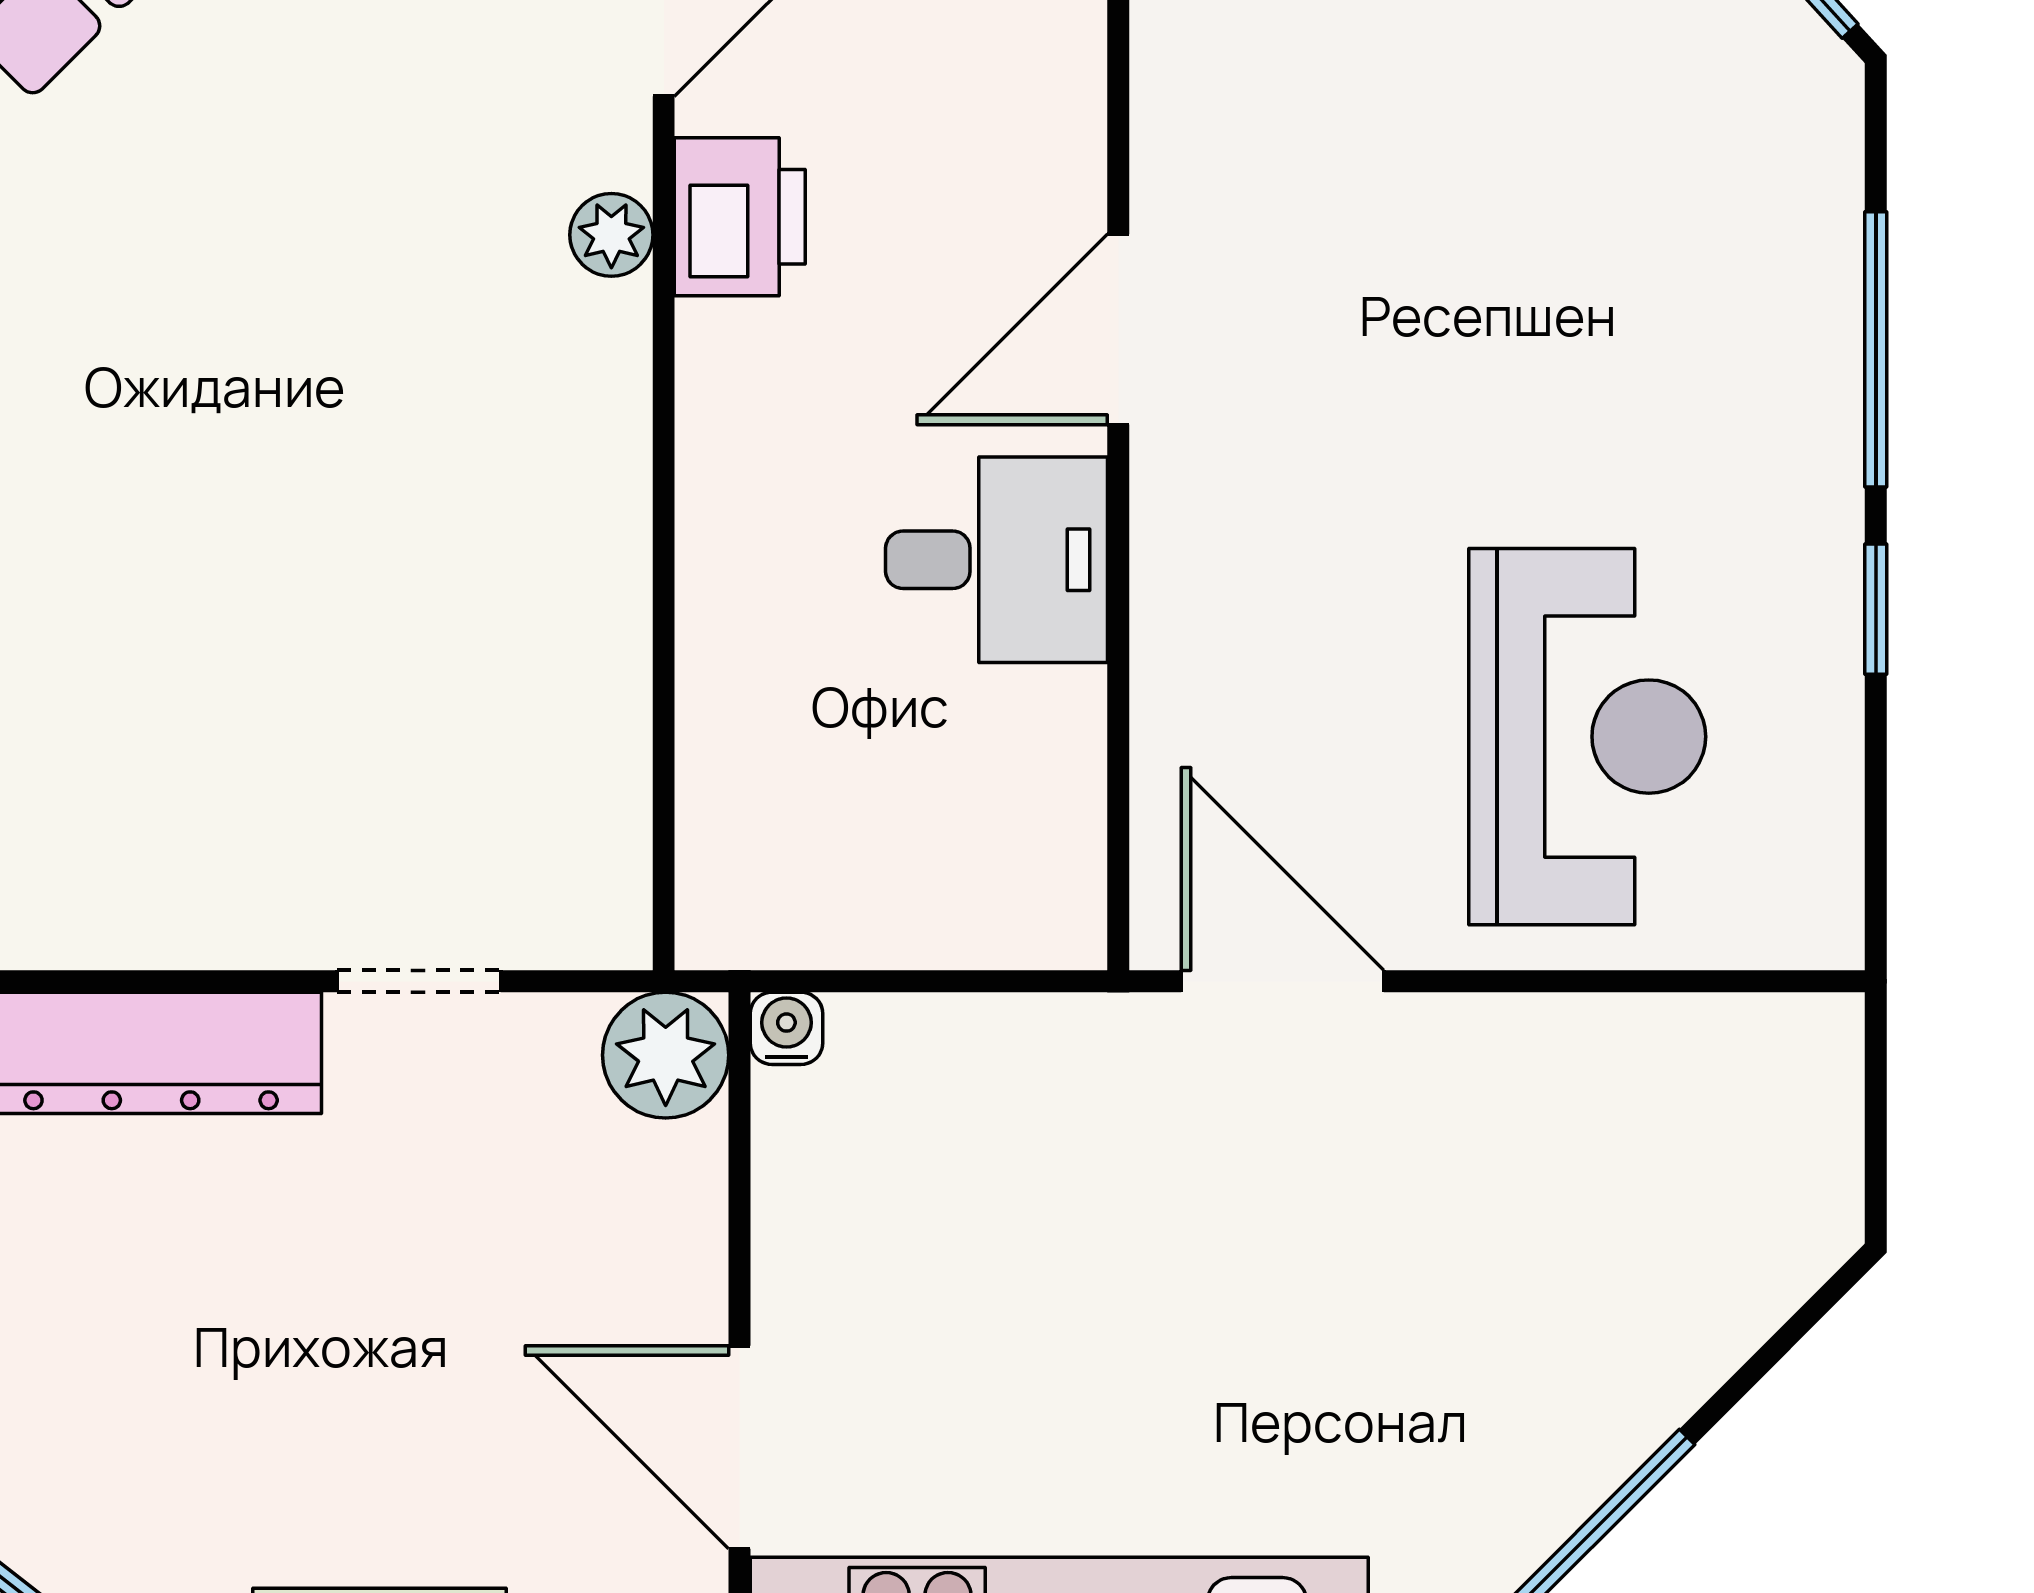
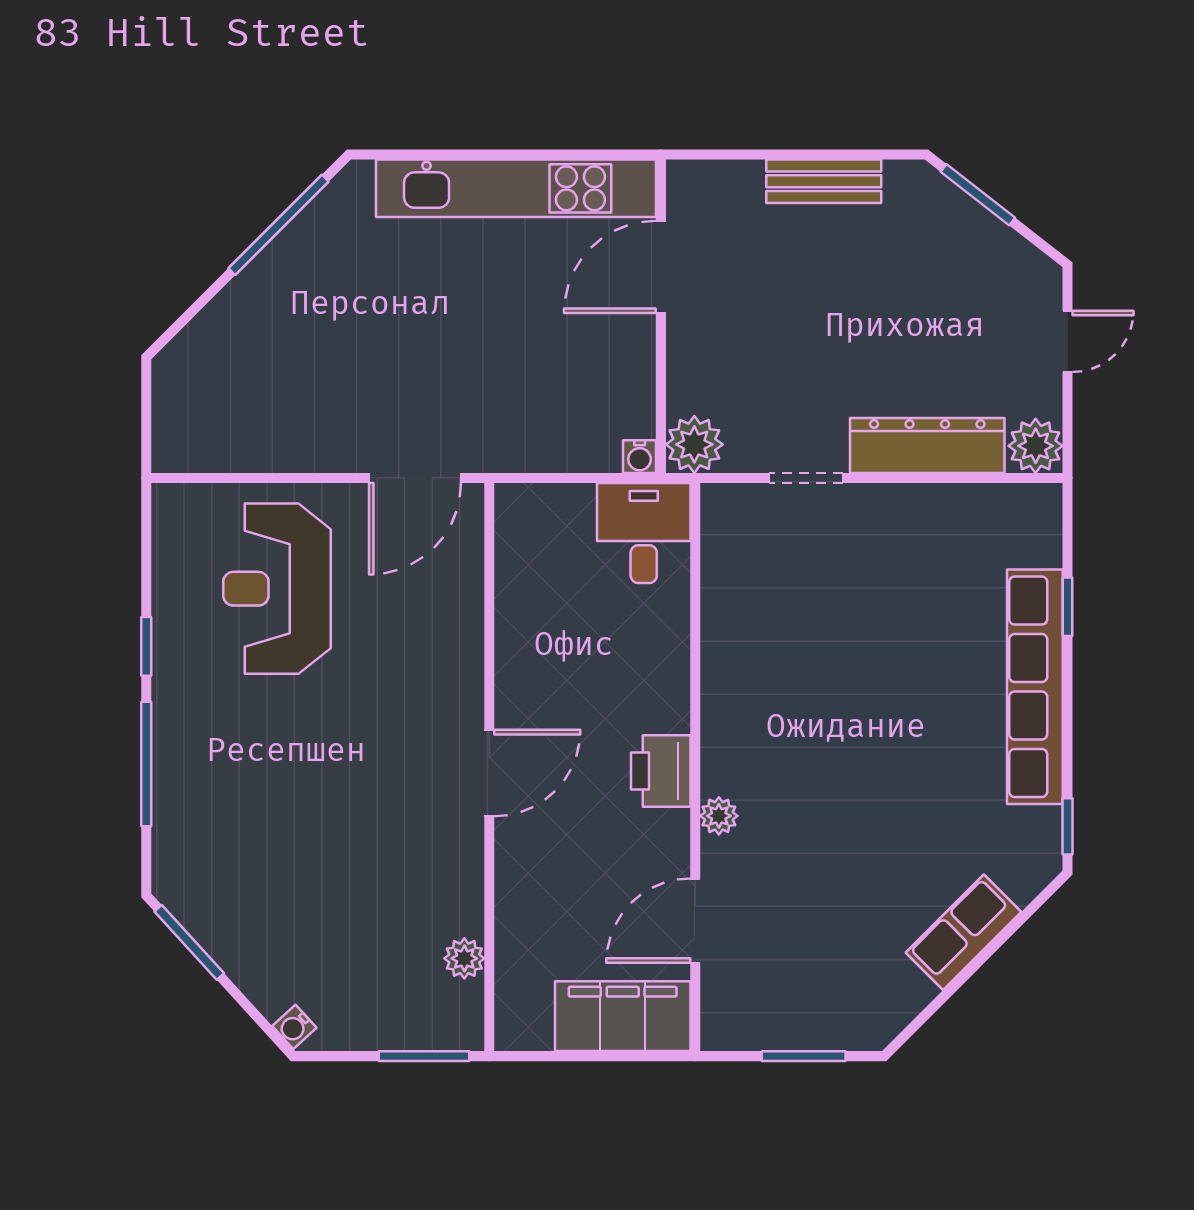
printer: (740, 217) -> (661, 771), moved
desk: (997, 560) -> (644, 533), moved, turned 90
door: (1283, 981) -> (415, 478), hinge flipped
door: (739, 1447) -> (661, 267), swing flipped

